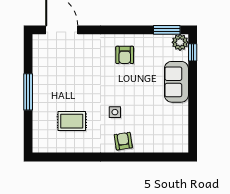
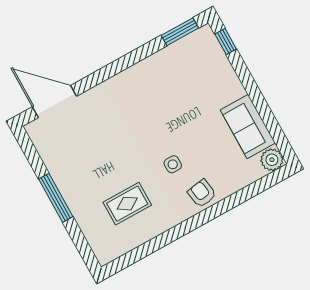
plant: (180, 42) -> (272, 160), moved
armchair: (125, 55) -> (146, 90), removed
sofa: (176, 82) -> (248, 126), moved

